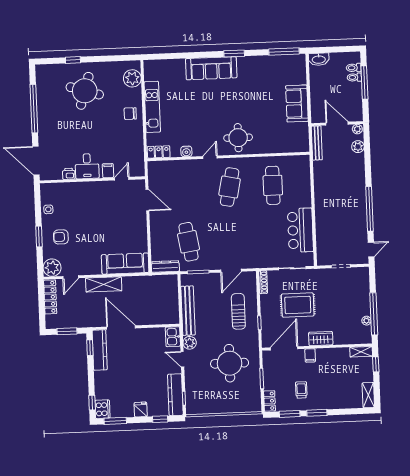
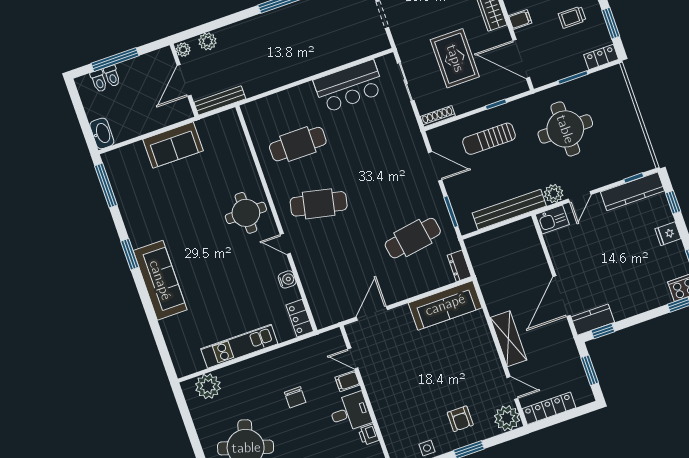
chair: (130, 114) -> (295, 397), moved
sofa: (125, 264) -> (445, 305), moved, turned -90
dresser: (165, 266) -> (459, 266), width x0.70
kitchen counter: (100, 350) -> (593, 320), width x0.67

